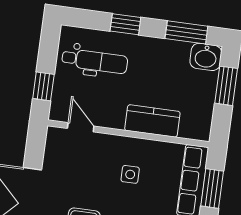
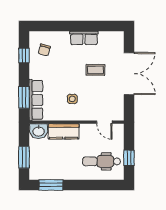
window: (125, 24) -> (87, 185), removed
washbasin: (206, 57) -> (39, 131), moved, turned 180
window: (43, 86) -> (129, 158), moved

